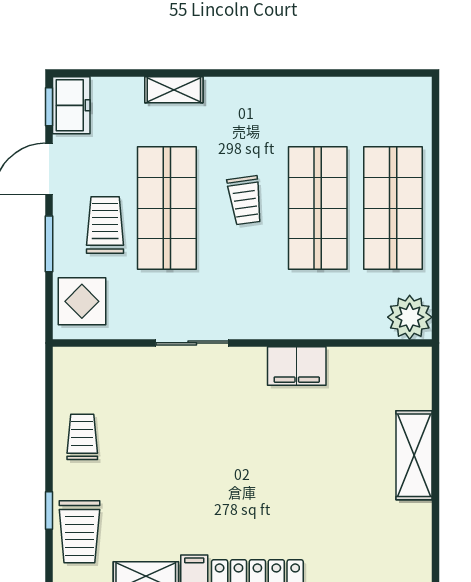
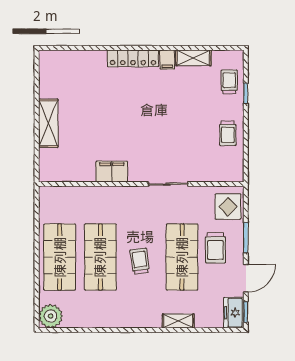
plant: (410, 317) -> (51, 316), moved
trolley: (79, 532) -> (229, 82), width x0.73, depth x0.72

